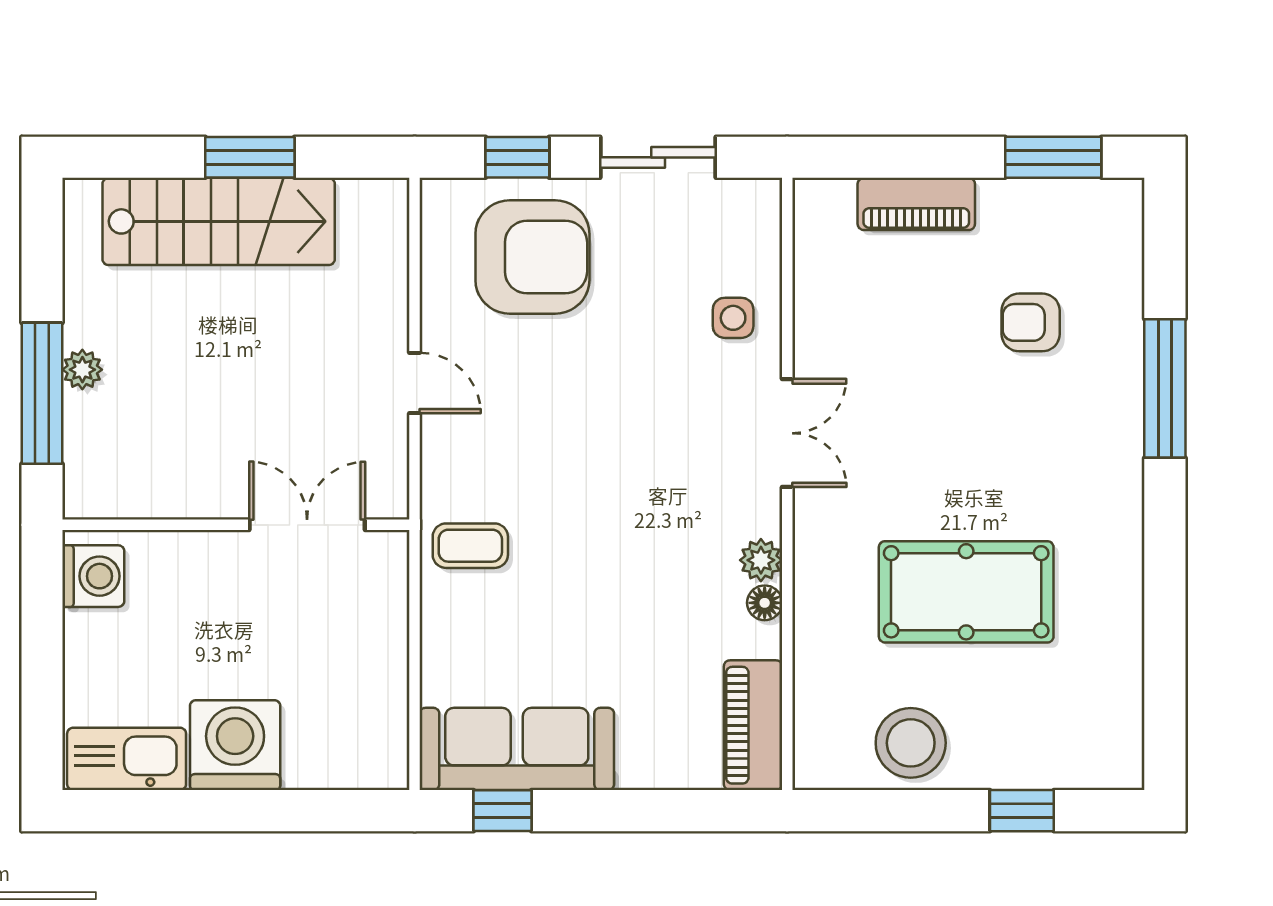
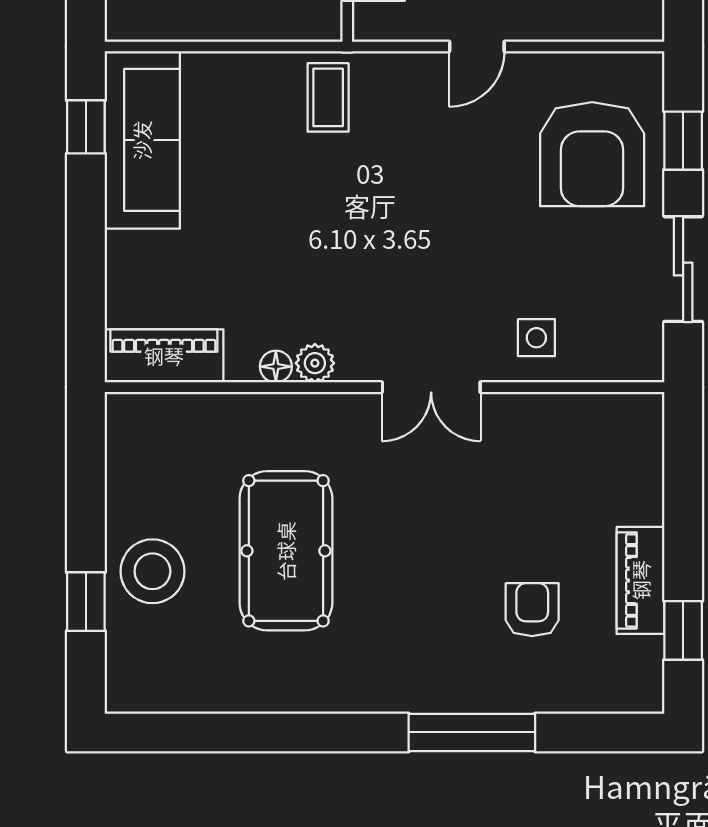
window: (1053, 157) -> (683, 630), width x0.67
piano: (916, 204) -> (641, 580), moved
stool: (911, 743) -> (152, 571), moved

